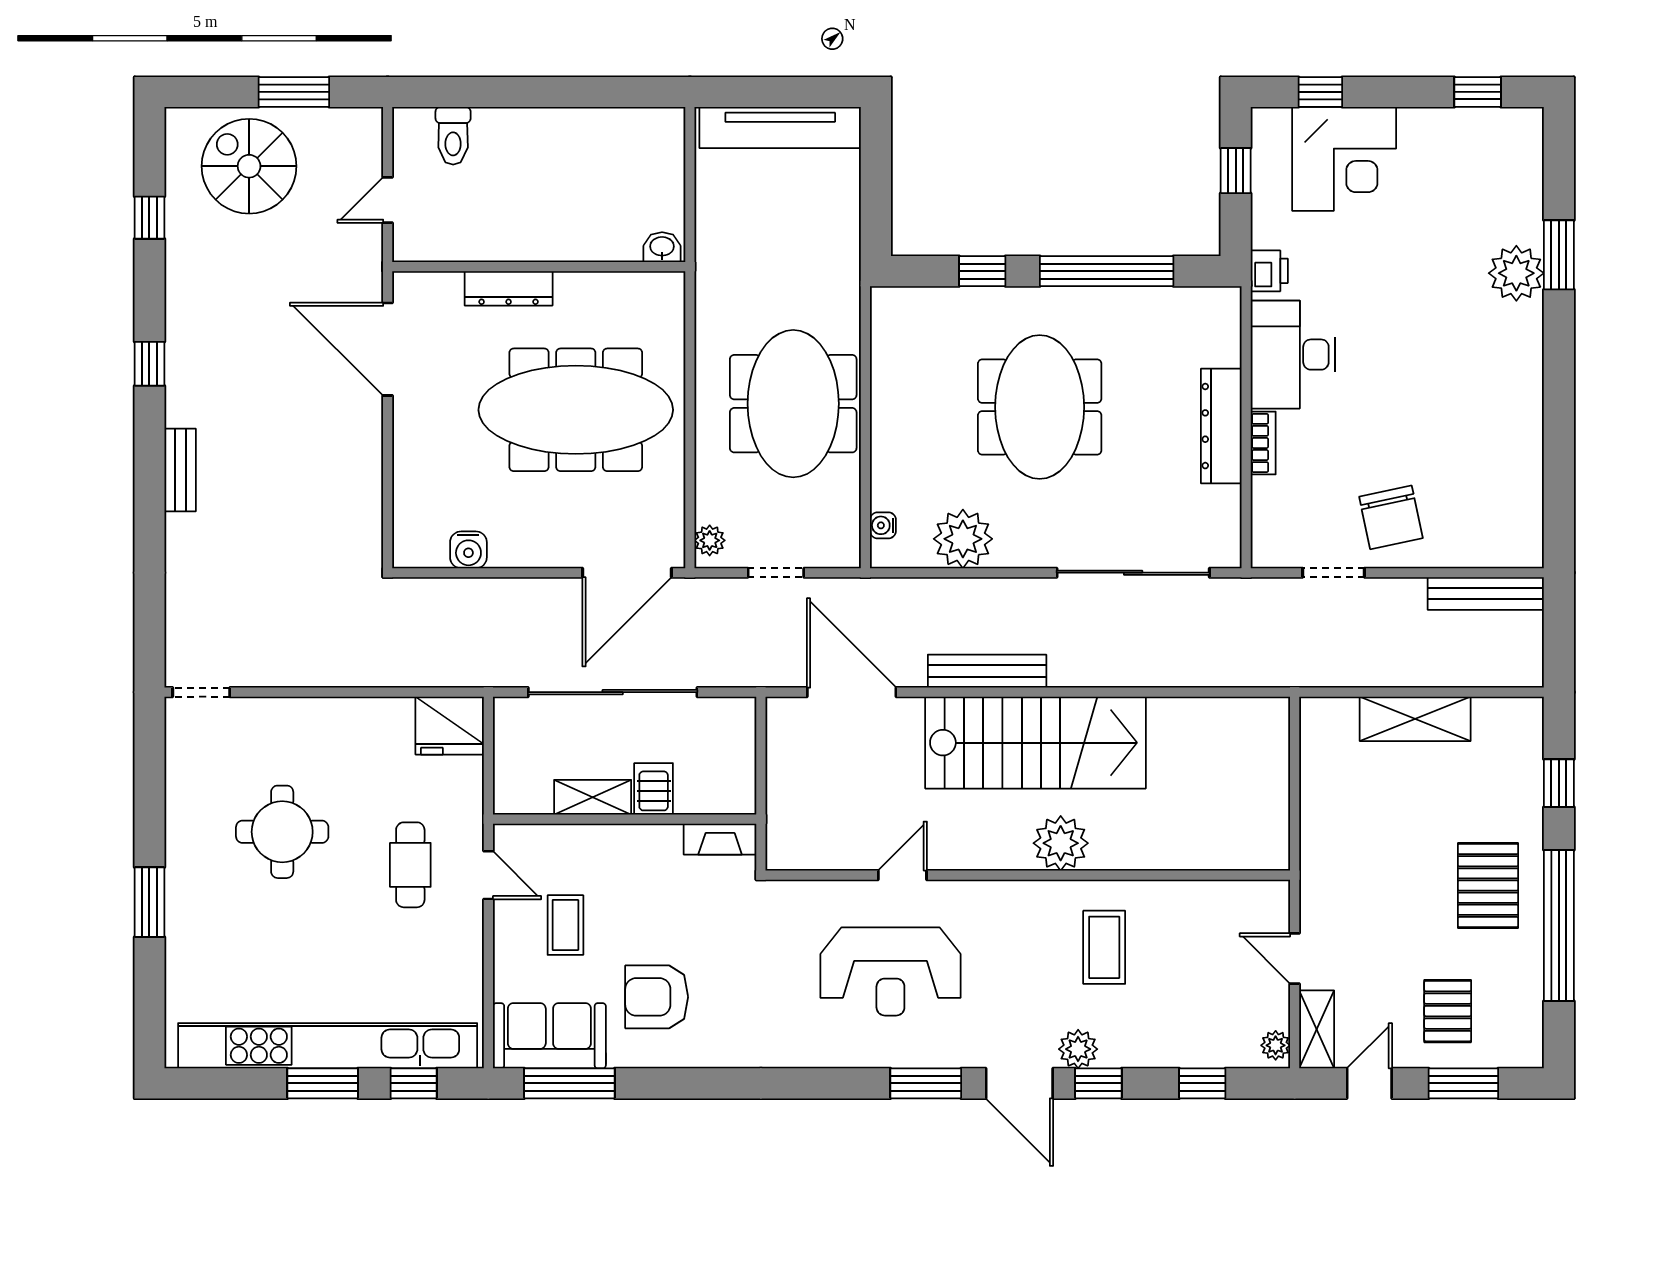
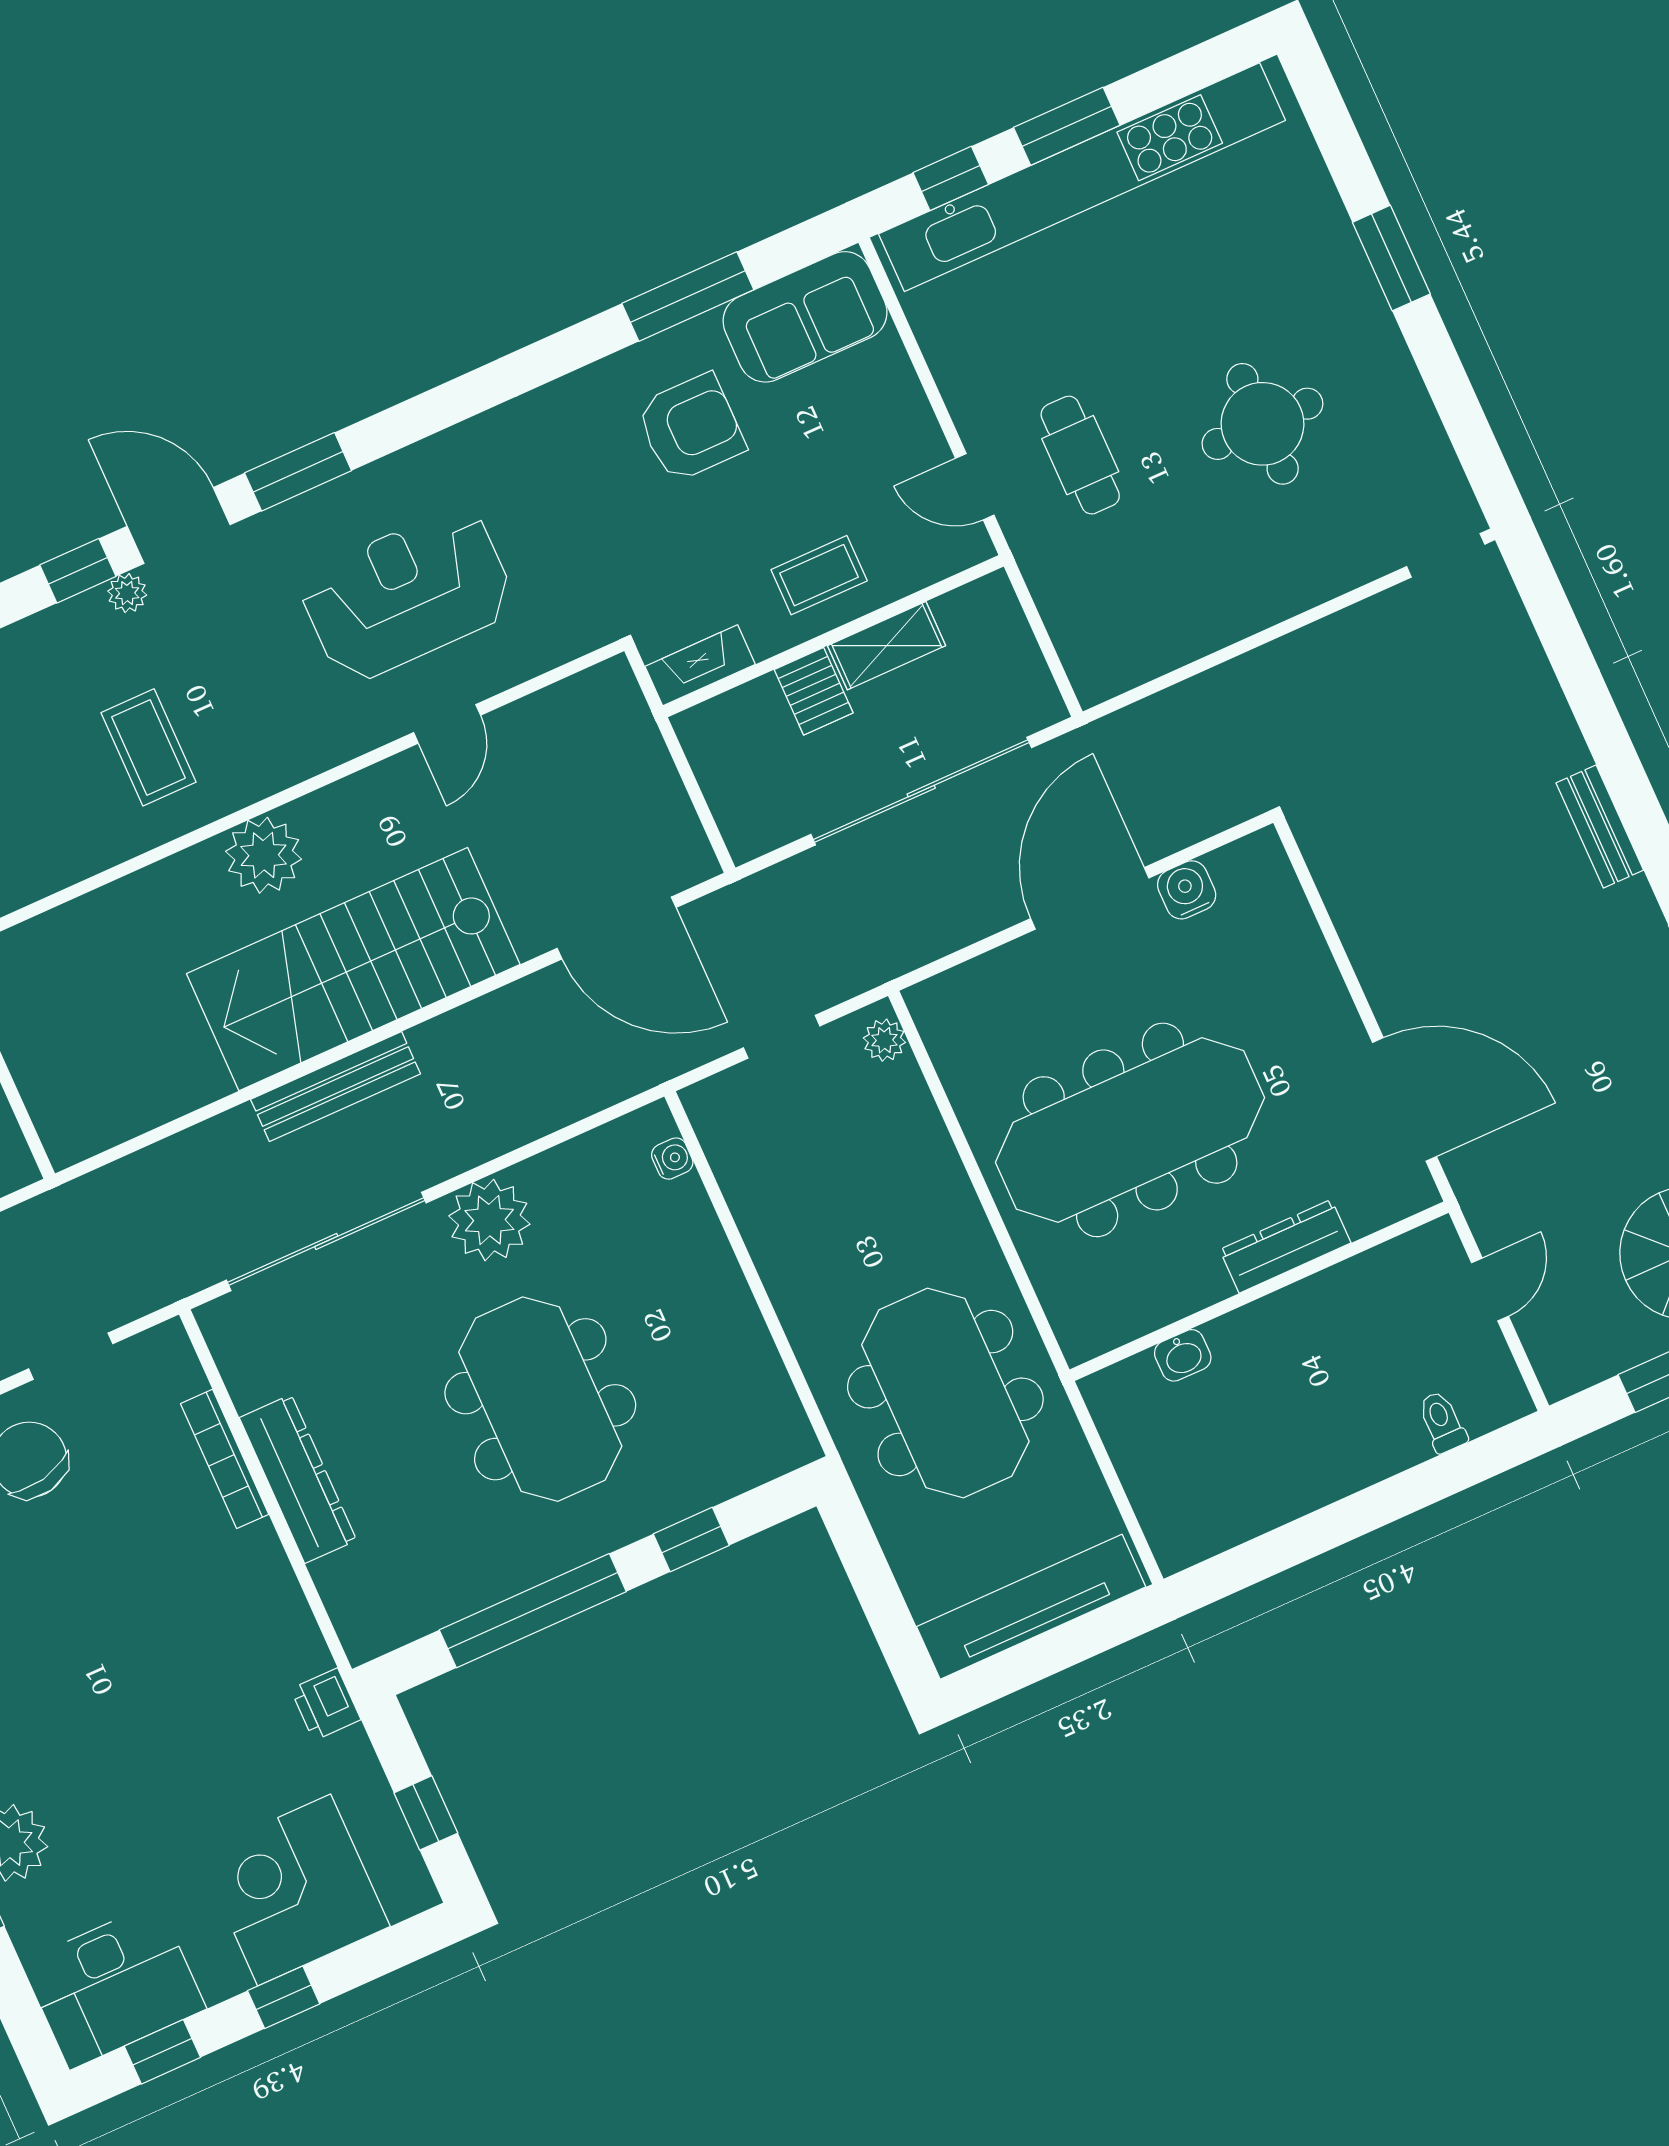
window: (1320, 92) -> (284, 1997), moved
toilet: (453, 136) -> (1442, 1422), width x0.73, depth x0.72
washbasin: (662, 247) -> (1183, 1355), moved
desk: (1293, 355) -> (114, 1986), moved, turned 90
meeting table: (793, 404) -> (945, 1393), moved
bookcase: (1263, 443) -> (225, 1459), width x1.56
plant: (963, 539) -> (489, 1220), moved
door: (627, 573) -> (1090, 898), moved
bench: (987, 671) -> (336, 1087), moved
fridge: (450, 726) -> (1110, 655), removed
coffee table: (565, 925) -> (819, 575), moved, turned 90
plant: (1078, 1049) -> (127, 593), width x0.73, depth x0.73
window: (569, 1083) -> (688, 297), moved

